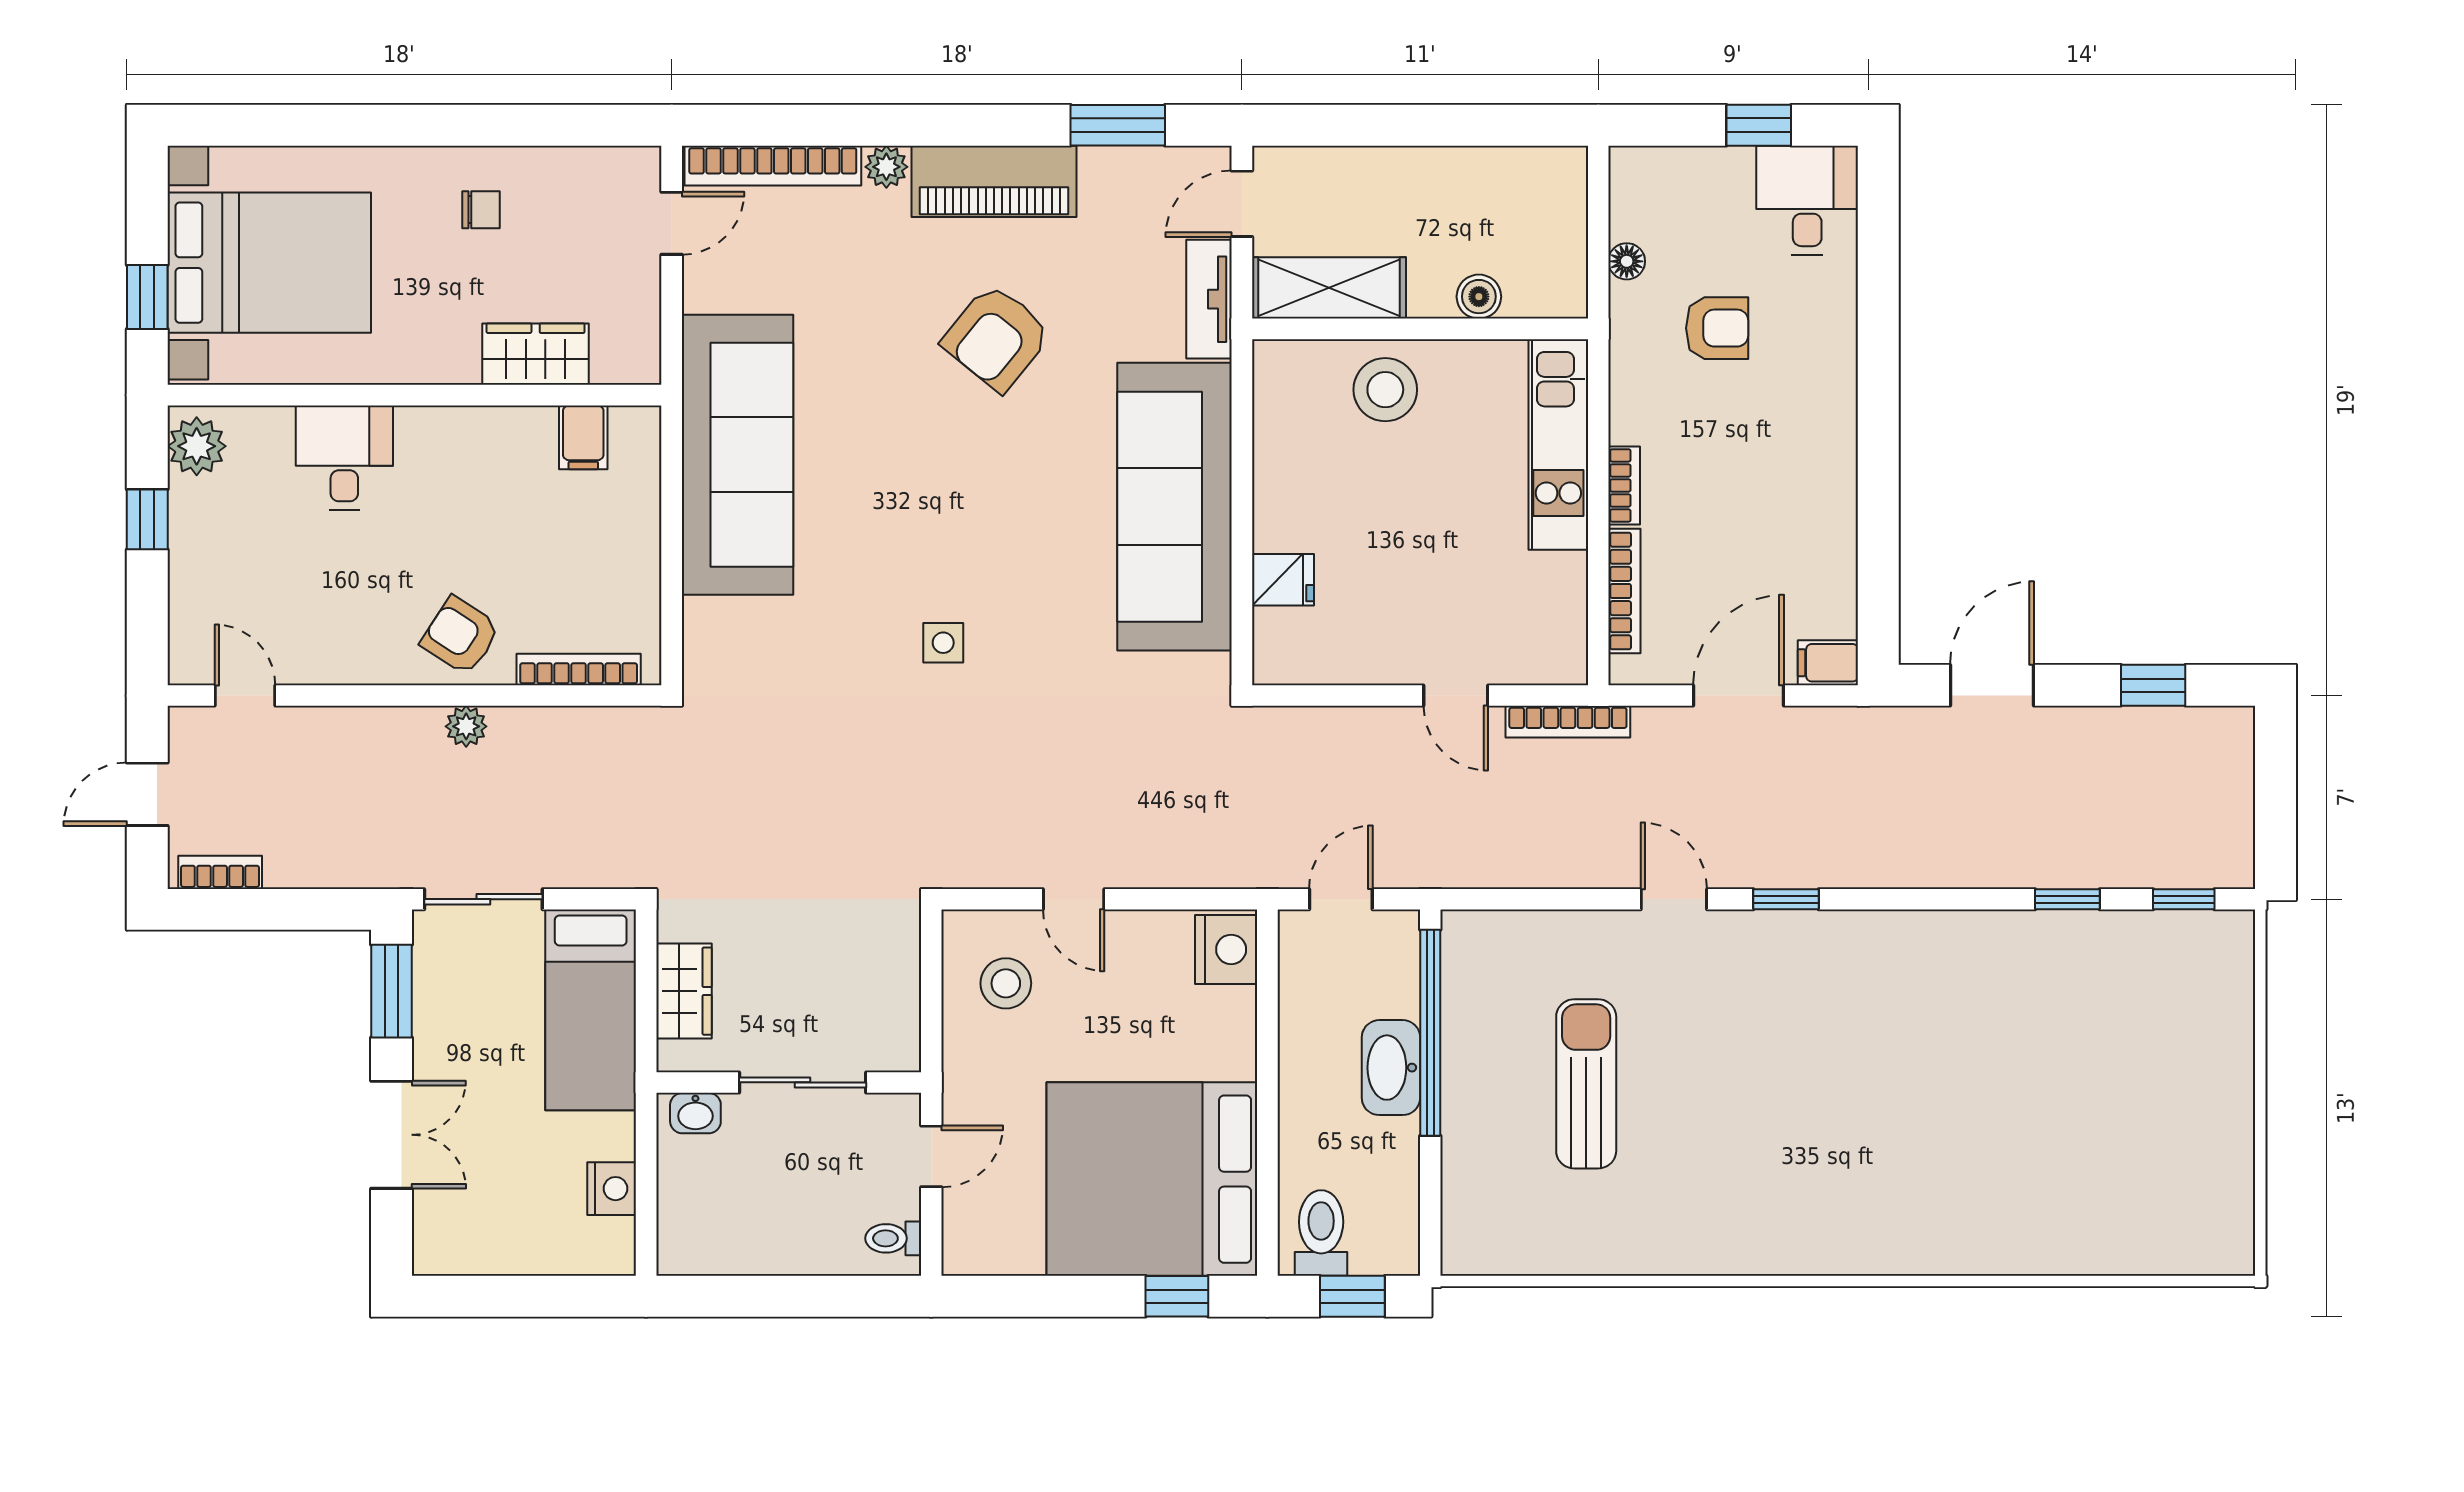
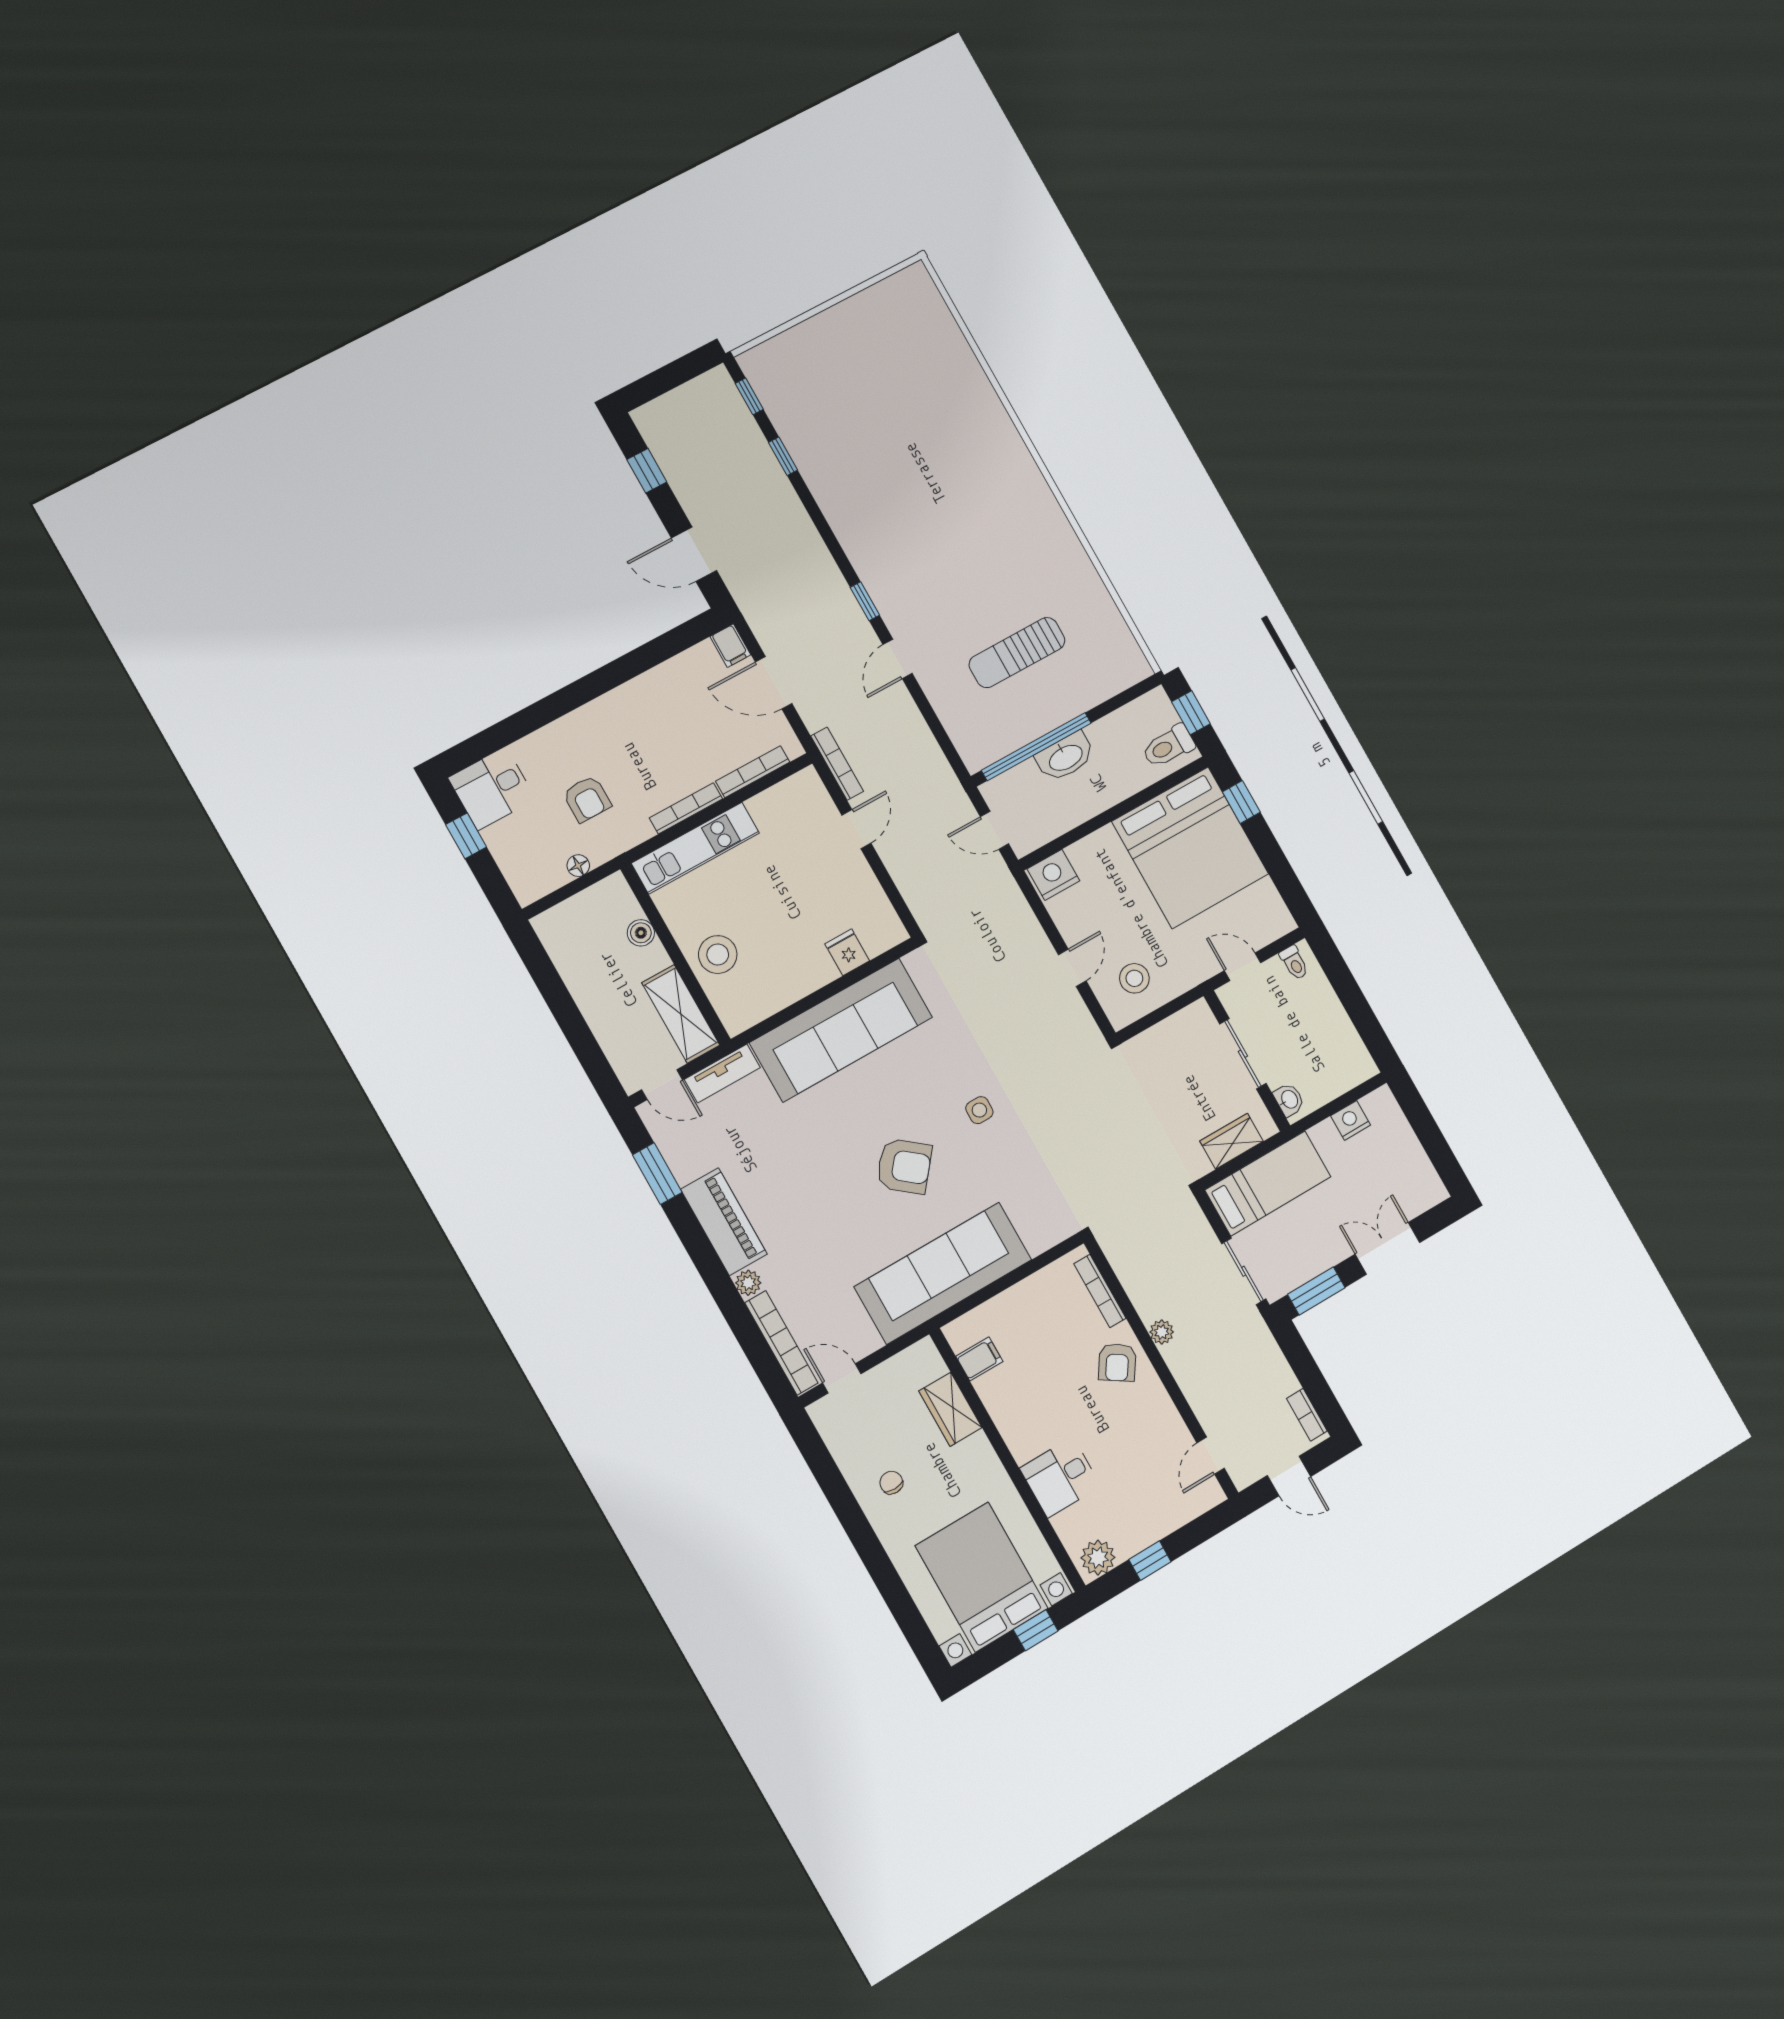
armchair: (1717, 328) -> (587, 799), turned 180
armchair: (997, 338) -> (904, 1166), moved
bookcase: (1624, 485) -> (686, 808), width x1.56

